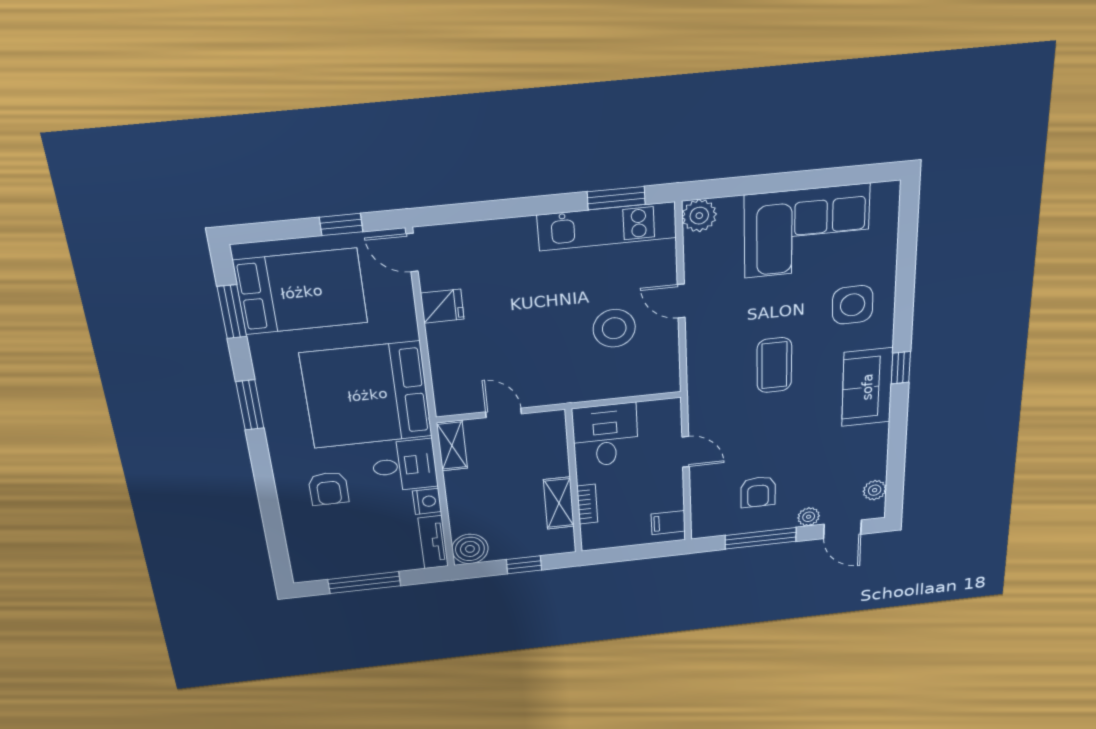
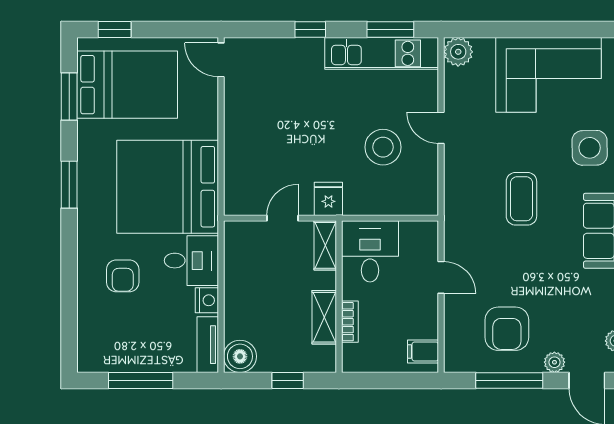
window: (518, 207) -> (310, 30), added
window: (341, 224) -> (115, 30), moved
fridge: (442, 306) -> (328, 199), moved, turned -90
door: (504, 413) -> (282, 218), hinge flipped
shelving: (452, 446) -> (325, 245), moved
armchair: (758, 492) -> (507, 329), width x1.38, depth x1.38

